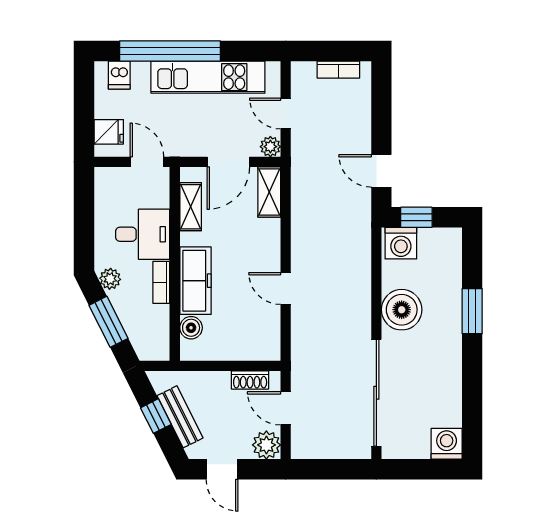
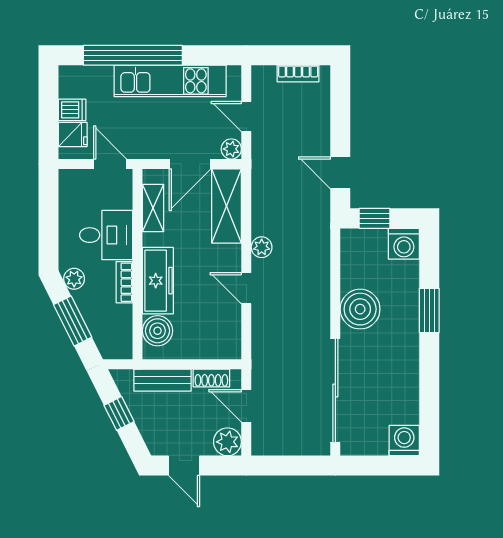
dishwasher: (119, 75) -> (72, 110), moved, turned -90
shelving: (269, 192) -> (227, 206), width x1.50, depth x1.33
washing machine: (401, 243) -> (404, 244), moved
plant: (301, 247) -> (262, 247), added
boiler: (191, 328) -> (157, 331), width x1.36, depth x1.36
bench: (180, 417) -> (162, 380), moved, turned -63

